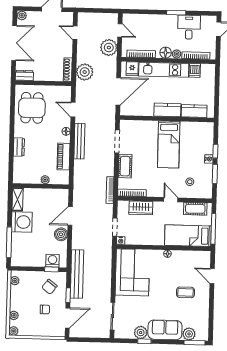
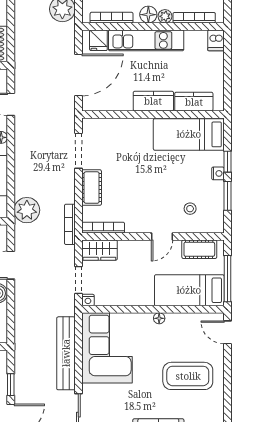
dishwasher: (195, 70) -> (216, 40), moved
plant: (85, 72) -> (27, 210), moved
bench: (79, 141) -> (22, 152), removed
bed: (169, 144) -> (189, 134), moved, turned 90
door: (171, 200) -> (162, 236), swing flipped
wardrobe: (141, 208) -> (99, 250), moved
bench: (77, 274) -> (66, 353), moved
door: (212, 276) -> (227, 332), moved
coffee table: (185, 292) -> (188, 376), width x1.86, depth x1.72

